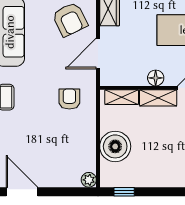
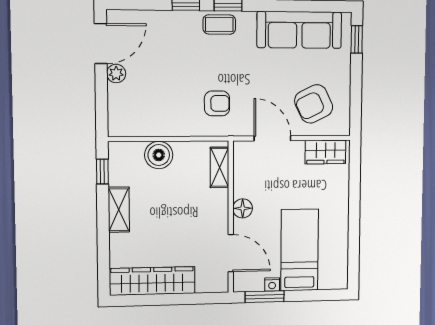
shelving: (158, 98) -> (119, 210), moved
boiler: (115, 146) -> (159, 155), width x0.73, depth x0.73
plant: (89, 180) -> (116, 73), moved

